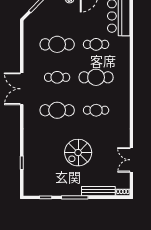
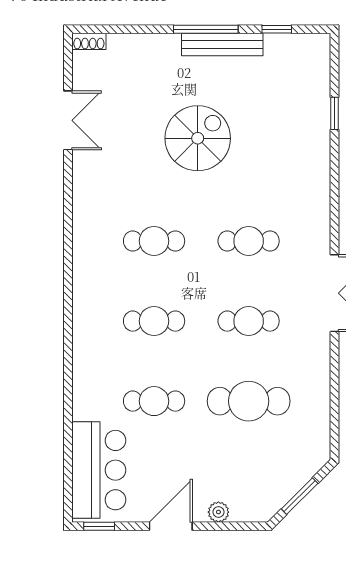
cafe table: (96, 77) -> (154, 321), width x0.73, depth x0.74
cafe table: (57, 110) -> (249, 241), width x0.73, depth x0.74
bench: (98, 191) -> (222, 44), moved

